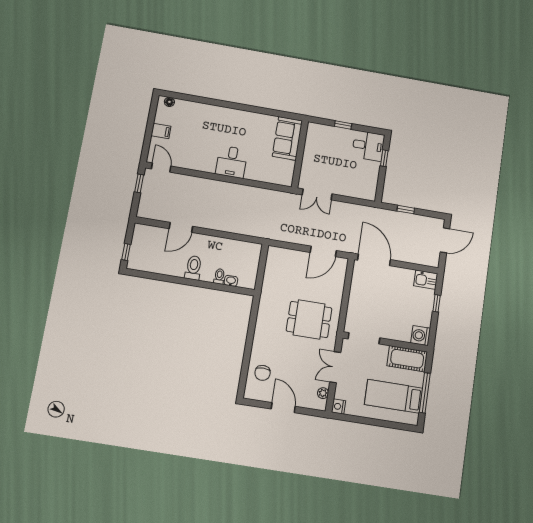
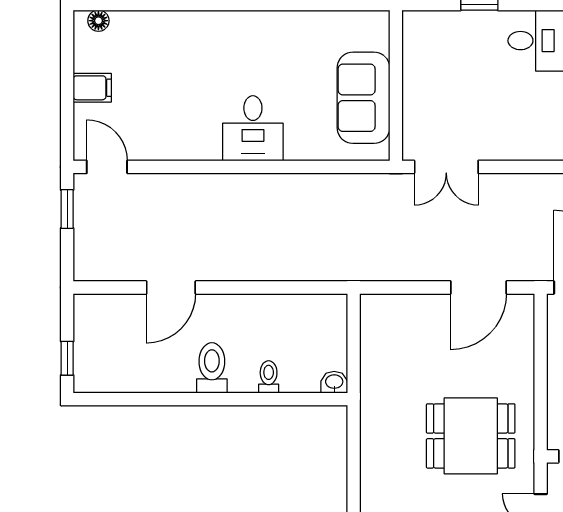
sofa: (287, 138) -> (363, 98), moved
washbasin: (231, 281) -> (334, 382), moved

